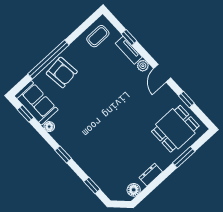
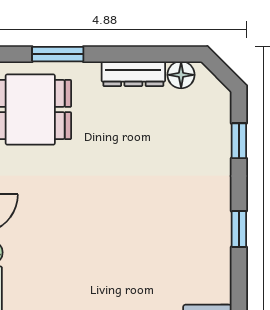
floor lamp: (49, 127) -> (221, 292), removed
dresser: (151, 175) -> (133, 74), width x1.44

